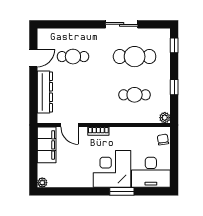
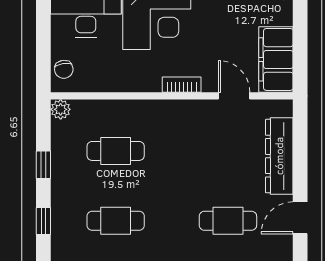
window: (174, 45) -> (43, 221), moved
cafe table: (135, 57) -> (116, 221), width x0.73, depth x0.74

